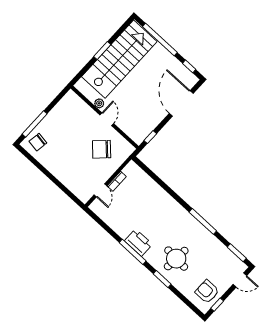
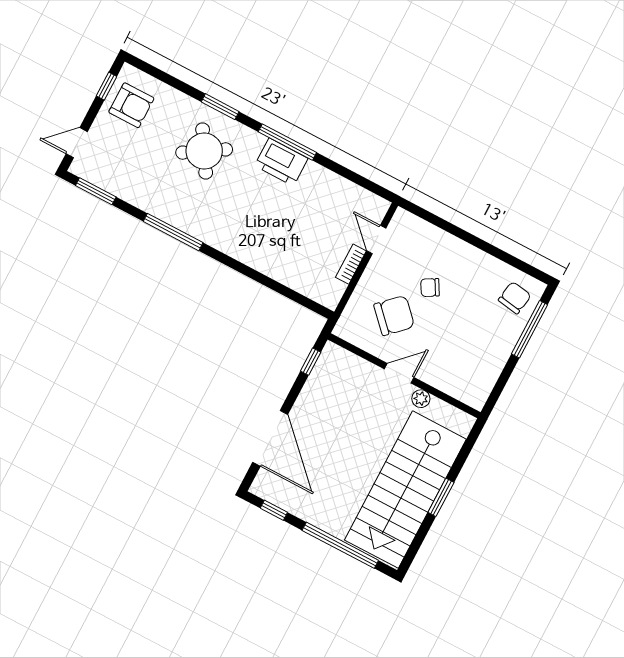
door: (107, 119) -> (399, 373), swing flipped
chair: (80, 159) -> (430, 288), added
round table: (176, 259) -> (204, 151), turned -36

